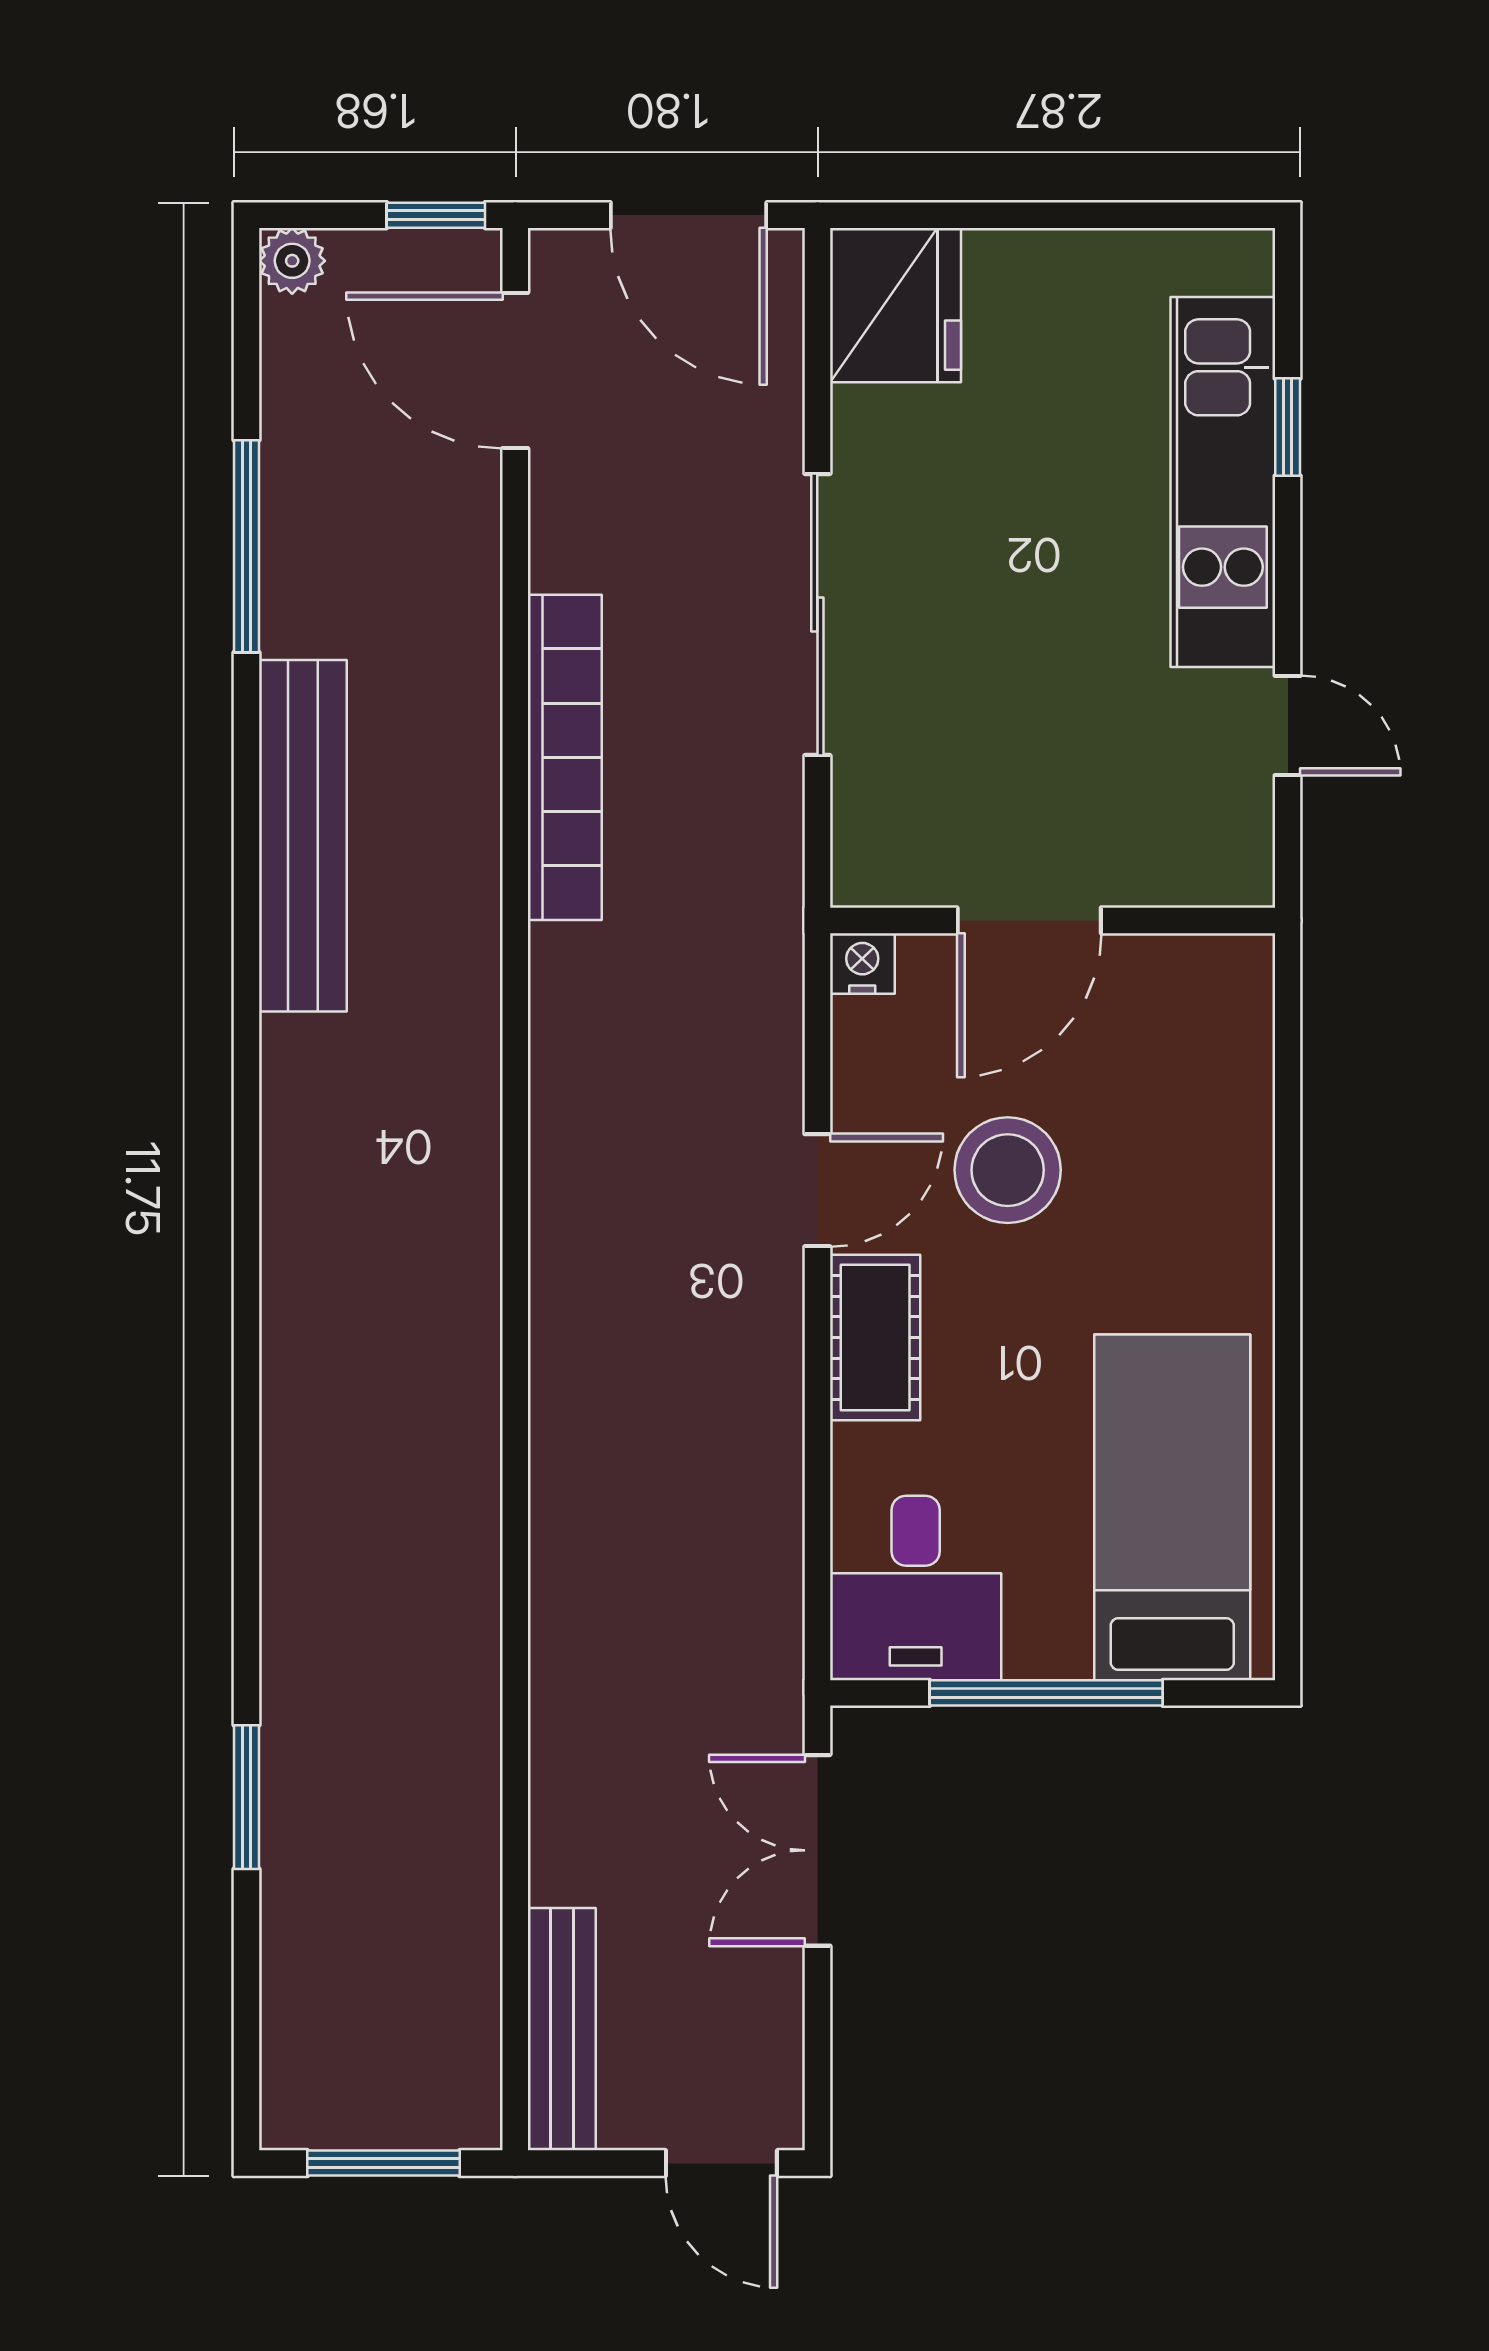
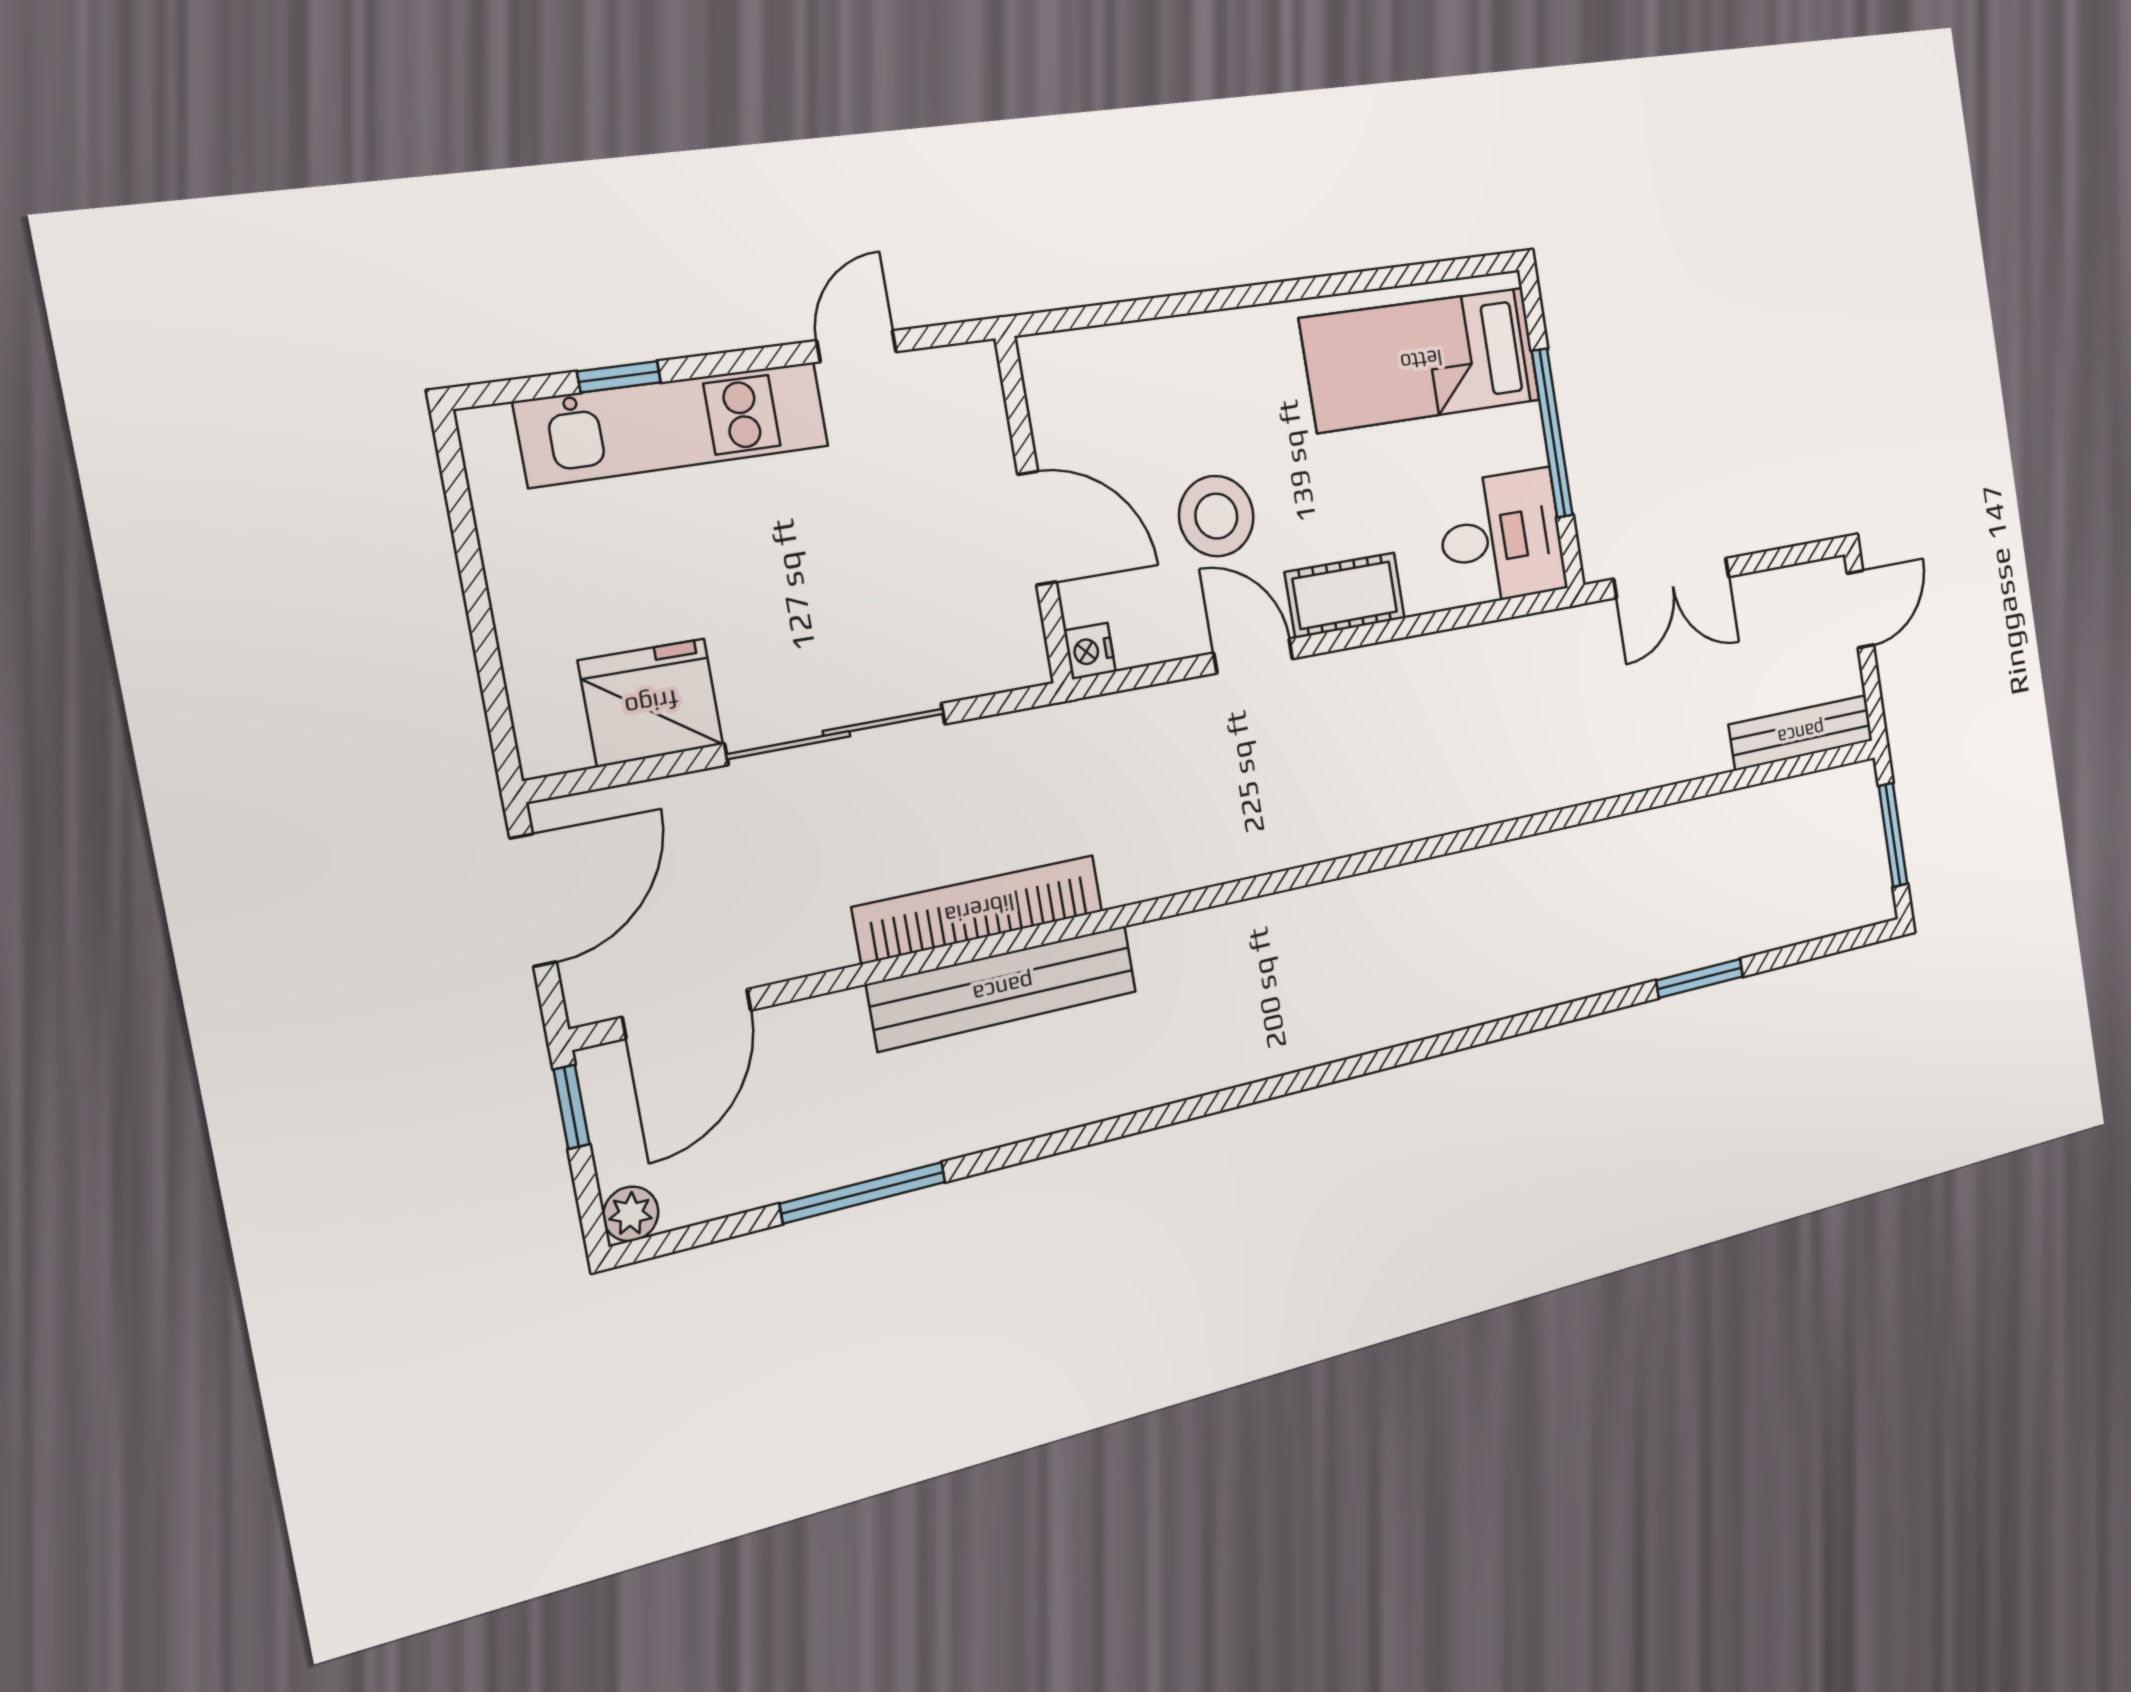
fridge: (895, 305) -> (651, 703), moved
bench: (303, 836) -> (1003, 988), moved

